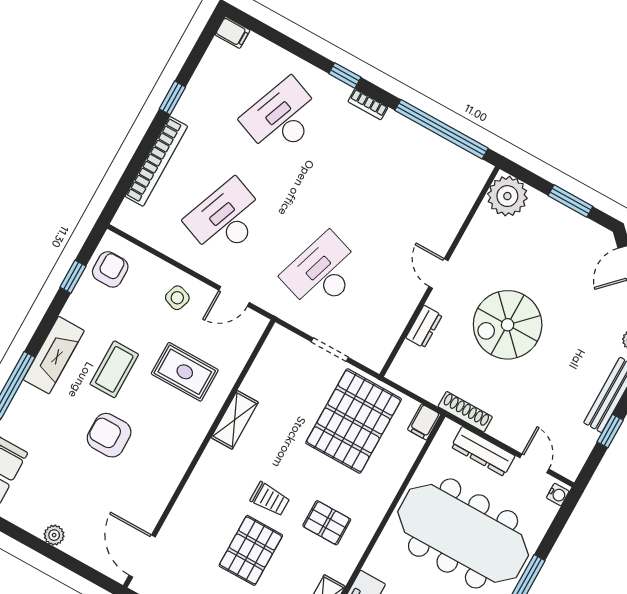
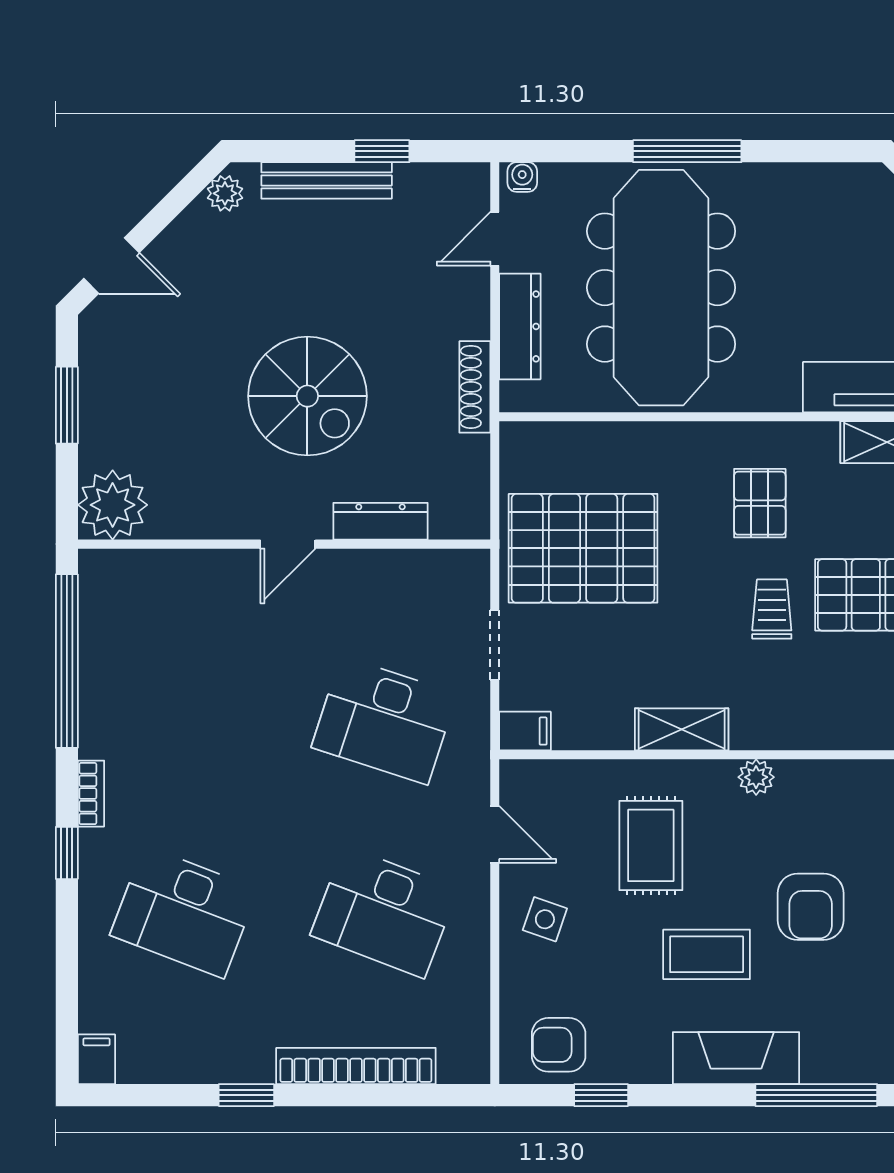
dresser: (424, 327) -> (380, 521), width x1.44
filing cabinet: (424, 422) -> (525, 731), moved
plant: (190, 444) -> (756, 777), added

